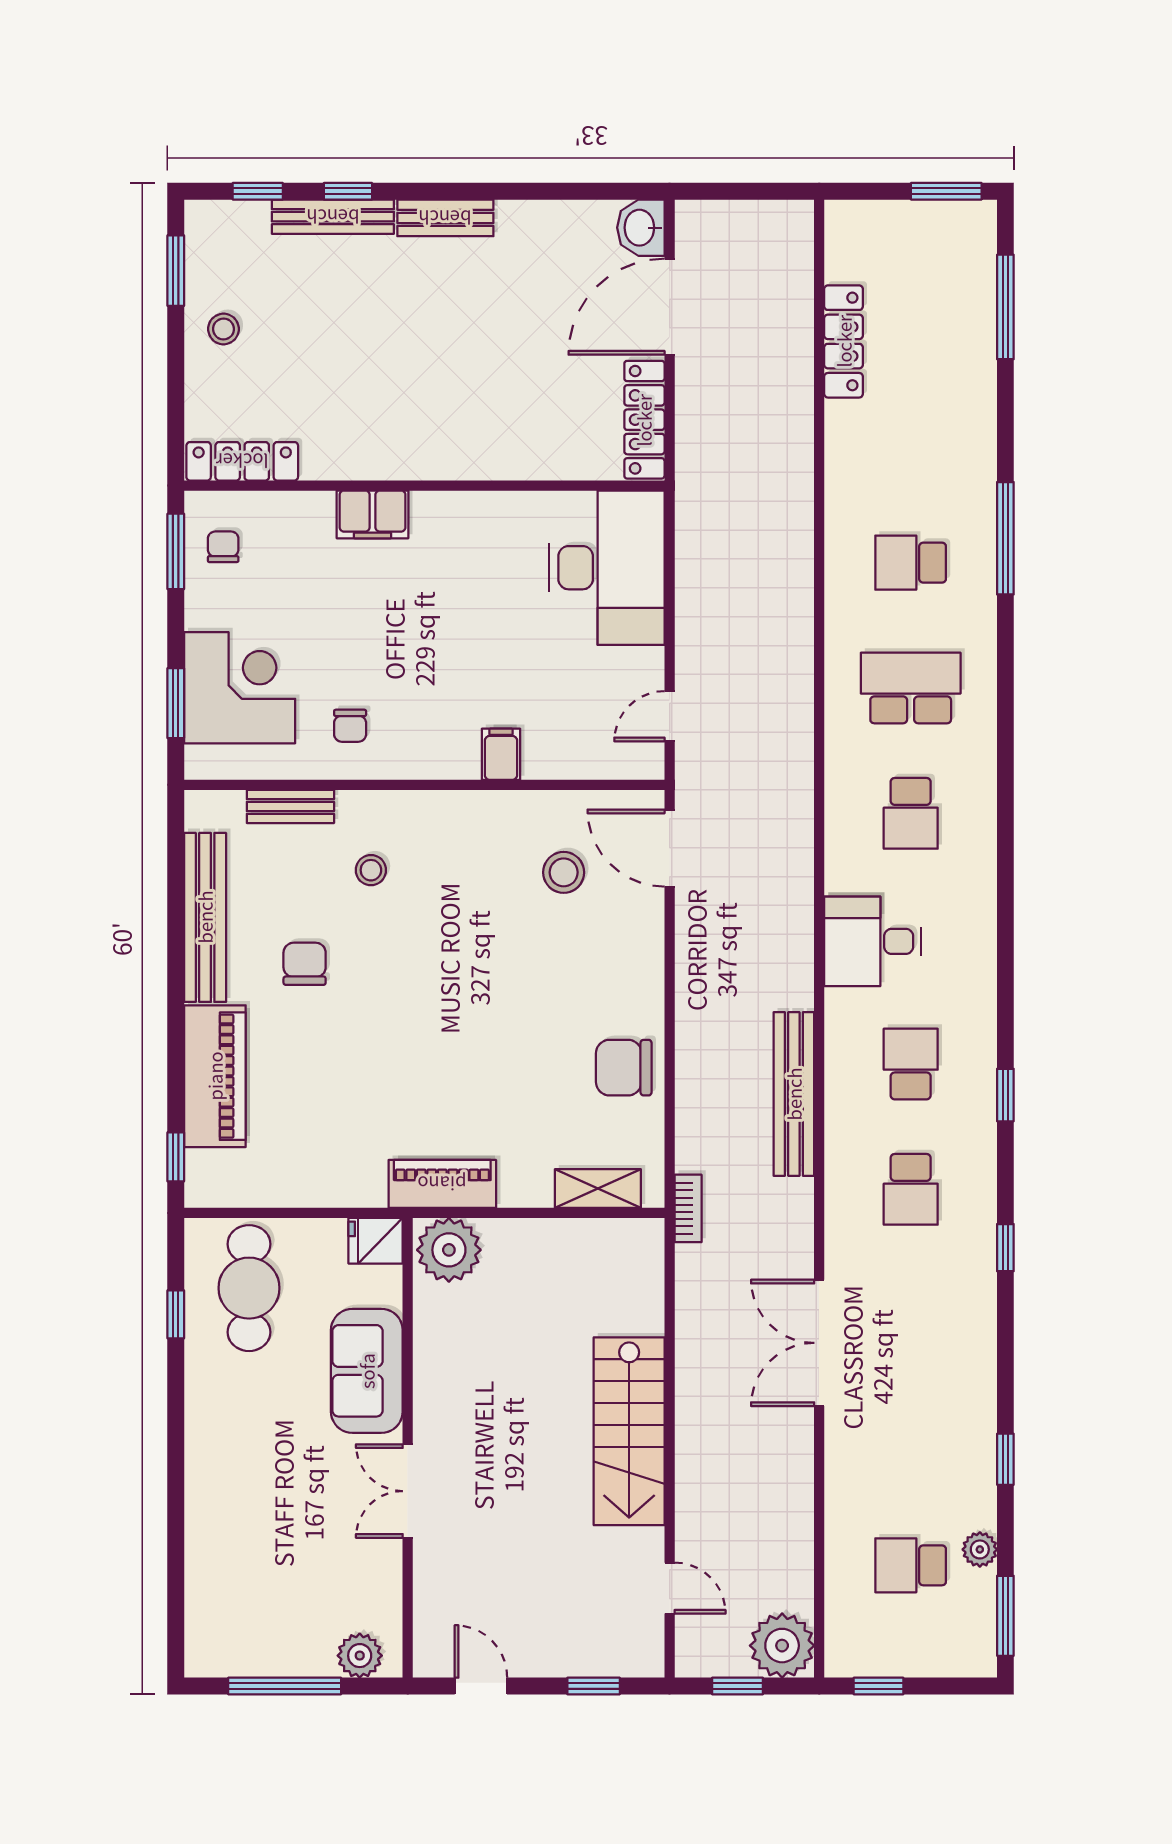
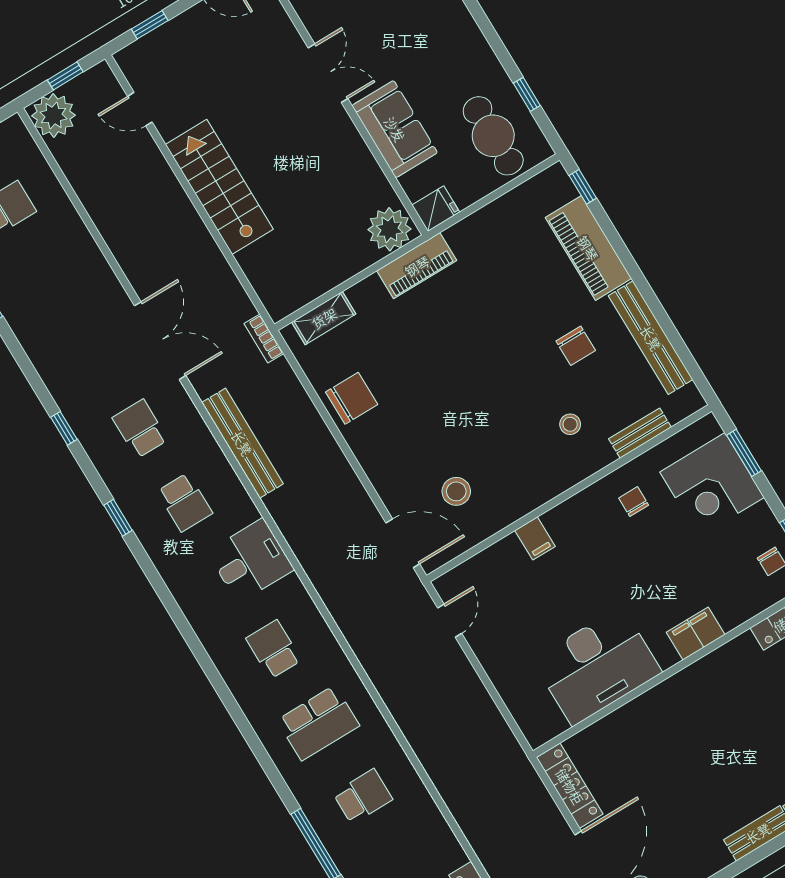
desk: (607, 568) -> (597, 666), moved, turned -90
double door: (819, 1343) -> (160, 341), moved

